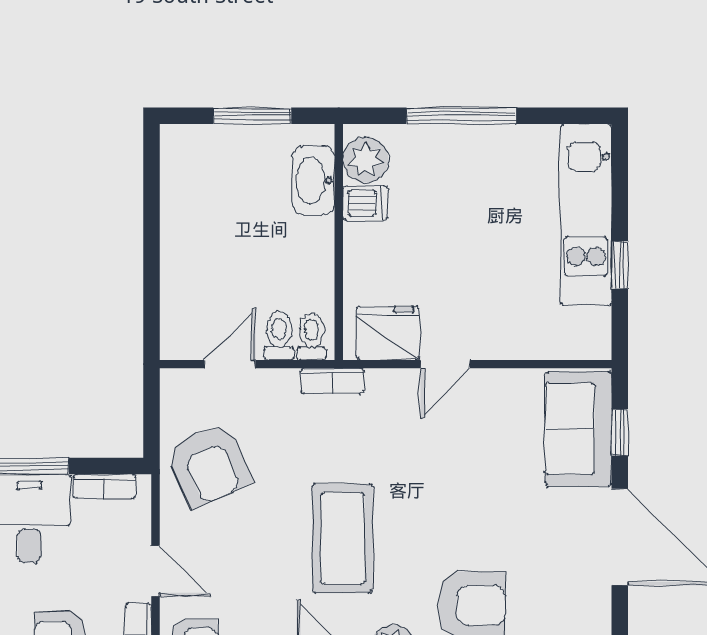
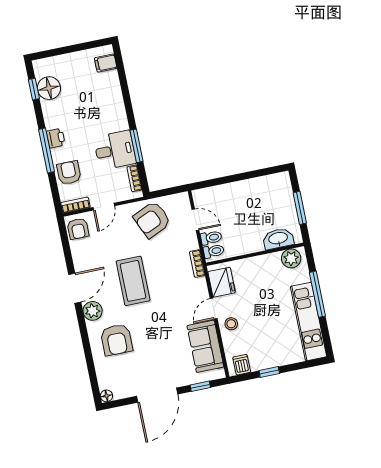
dishwasher: (365, 203) -> (242, 365), moved, turned 180
kitchen unit: (586, 215) -> (309, 322), moved, turned -90
stool: (489, 331) -> (231, 324), added
door: (445, 364) -> (214, 309), hinge flipped
sofa: (578, 429) -> (205, 346), moved, turned -90
coffee table: (343, 538) -> (133, 281), turned 90

